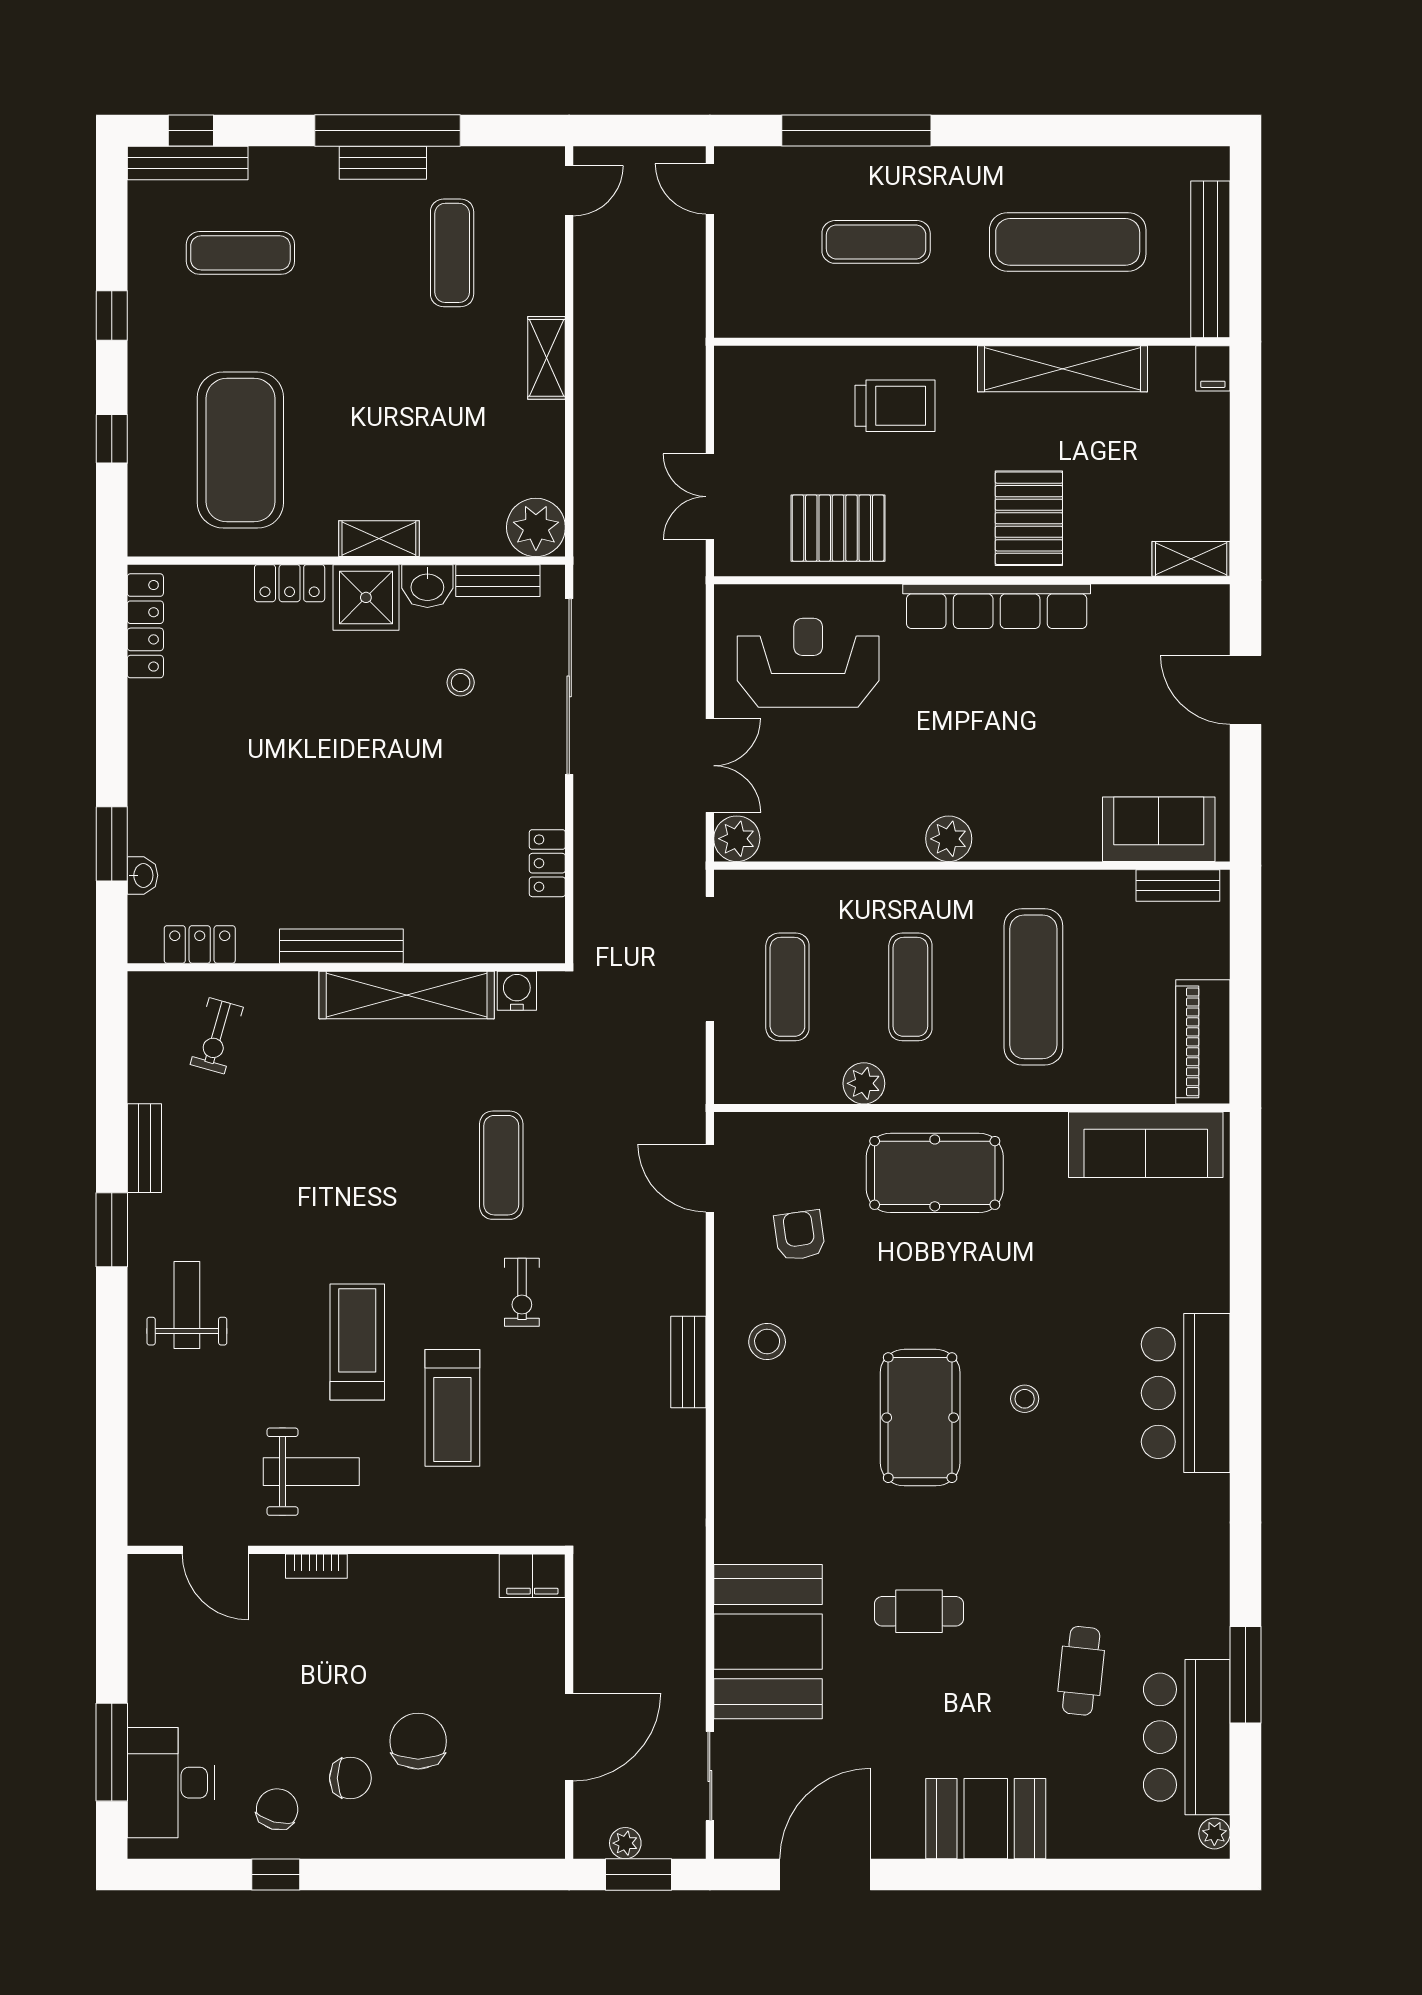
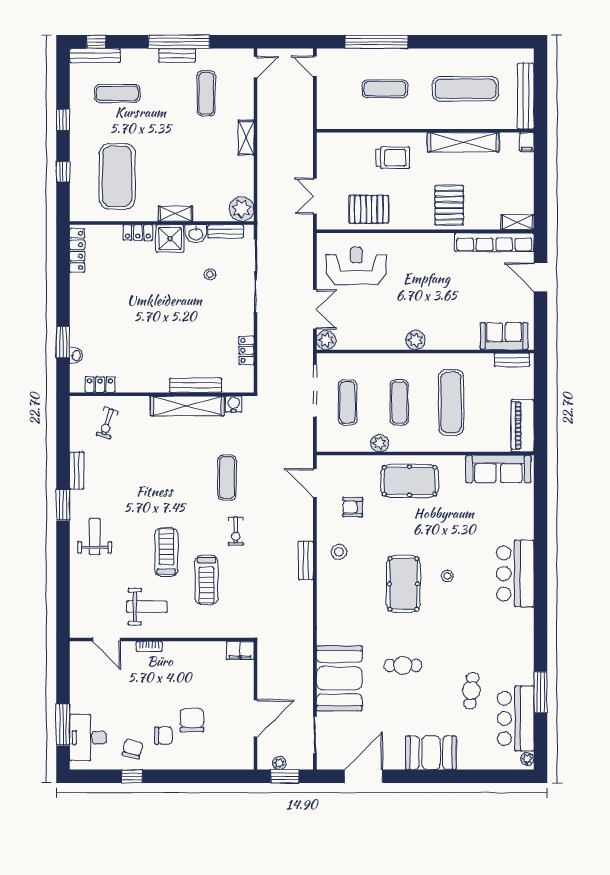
row of seats: (997, 606) -> (494, 242), moved
bench: (341, 946) -> (196, 385), moved
armchair: (800, 1235) -> (353, 507), turned -82

